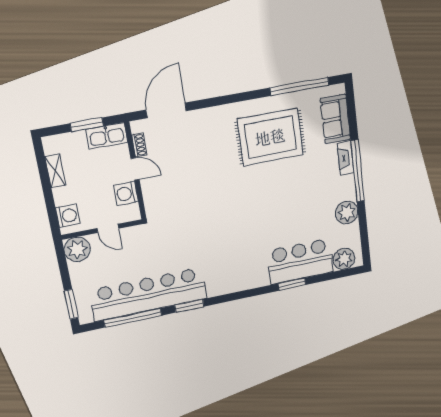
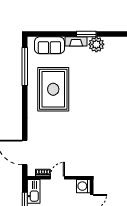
window: (358, 171) -> (86, 34), width x0.47
washing machine: (126, 194) -> (83, 186), moved, turned 90
plant: (347, 213) -> (96, 44), moved

